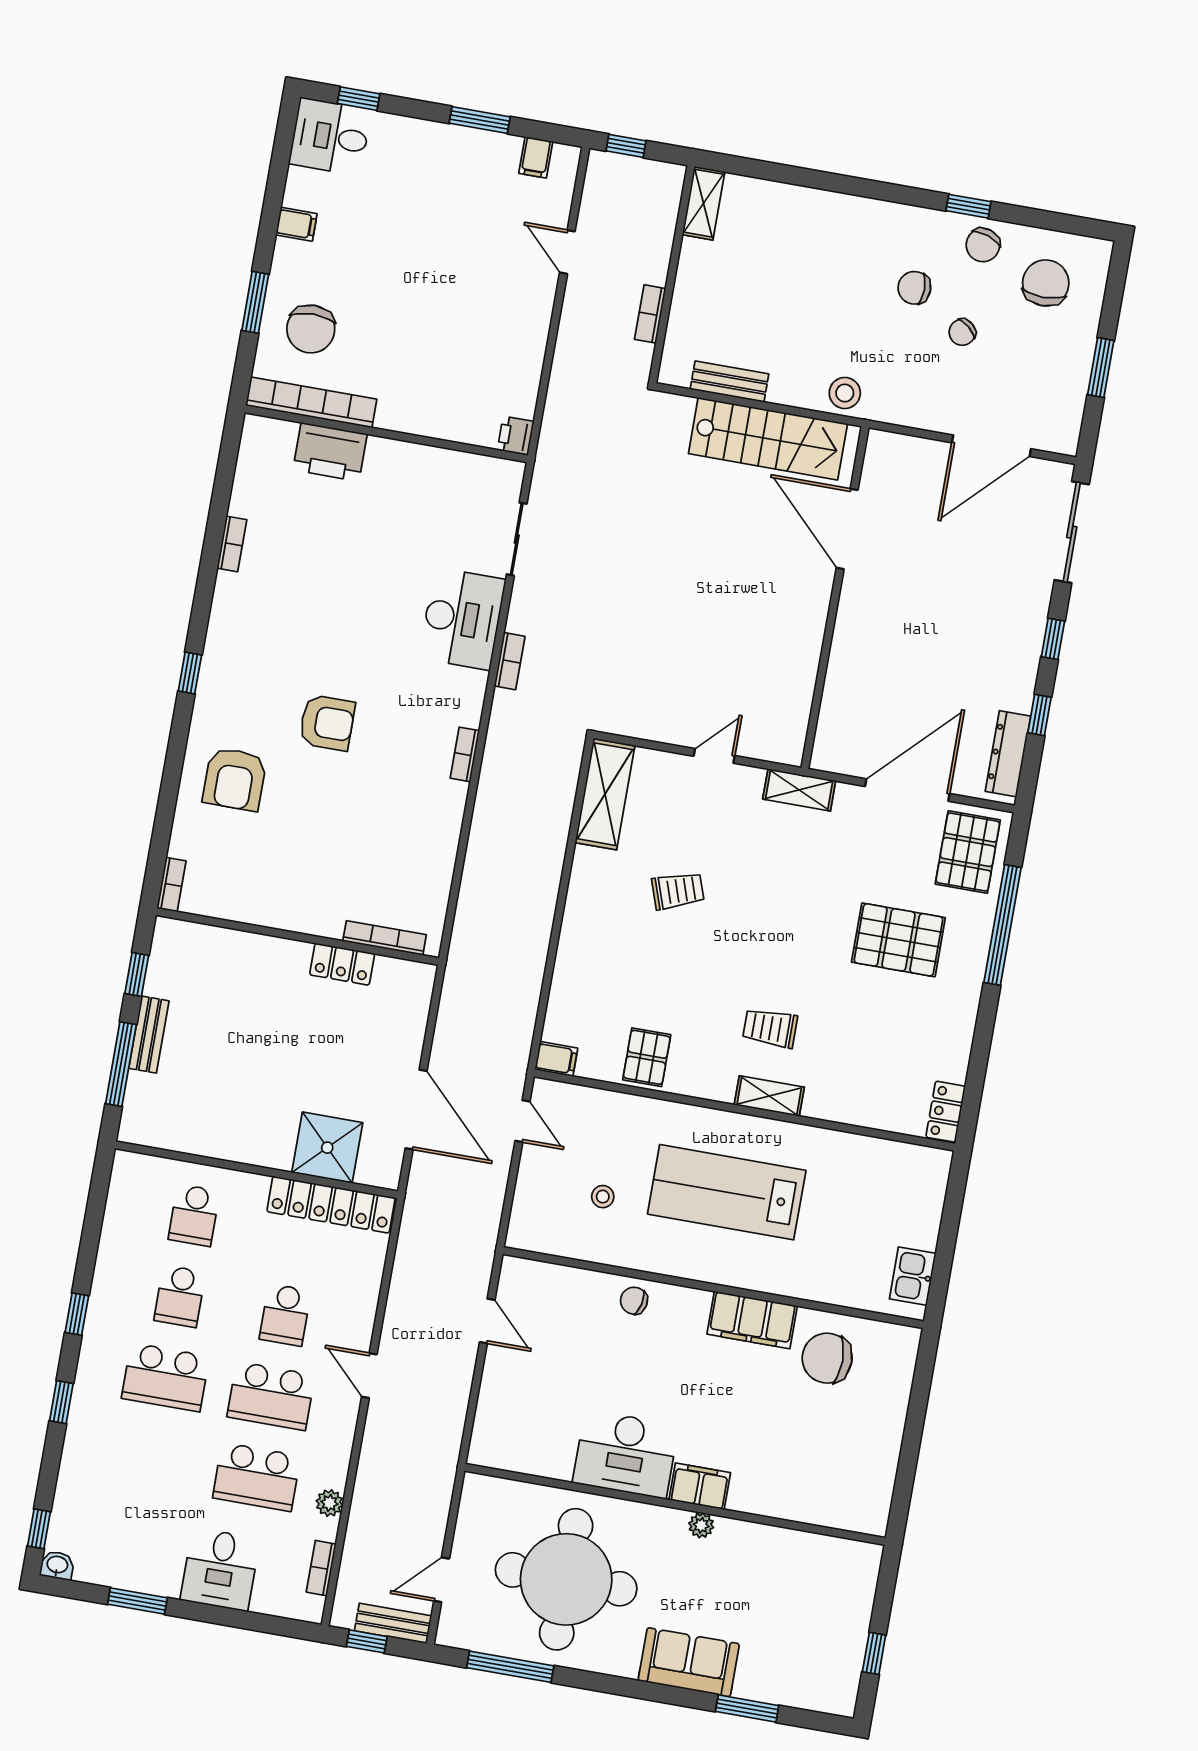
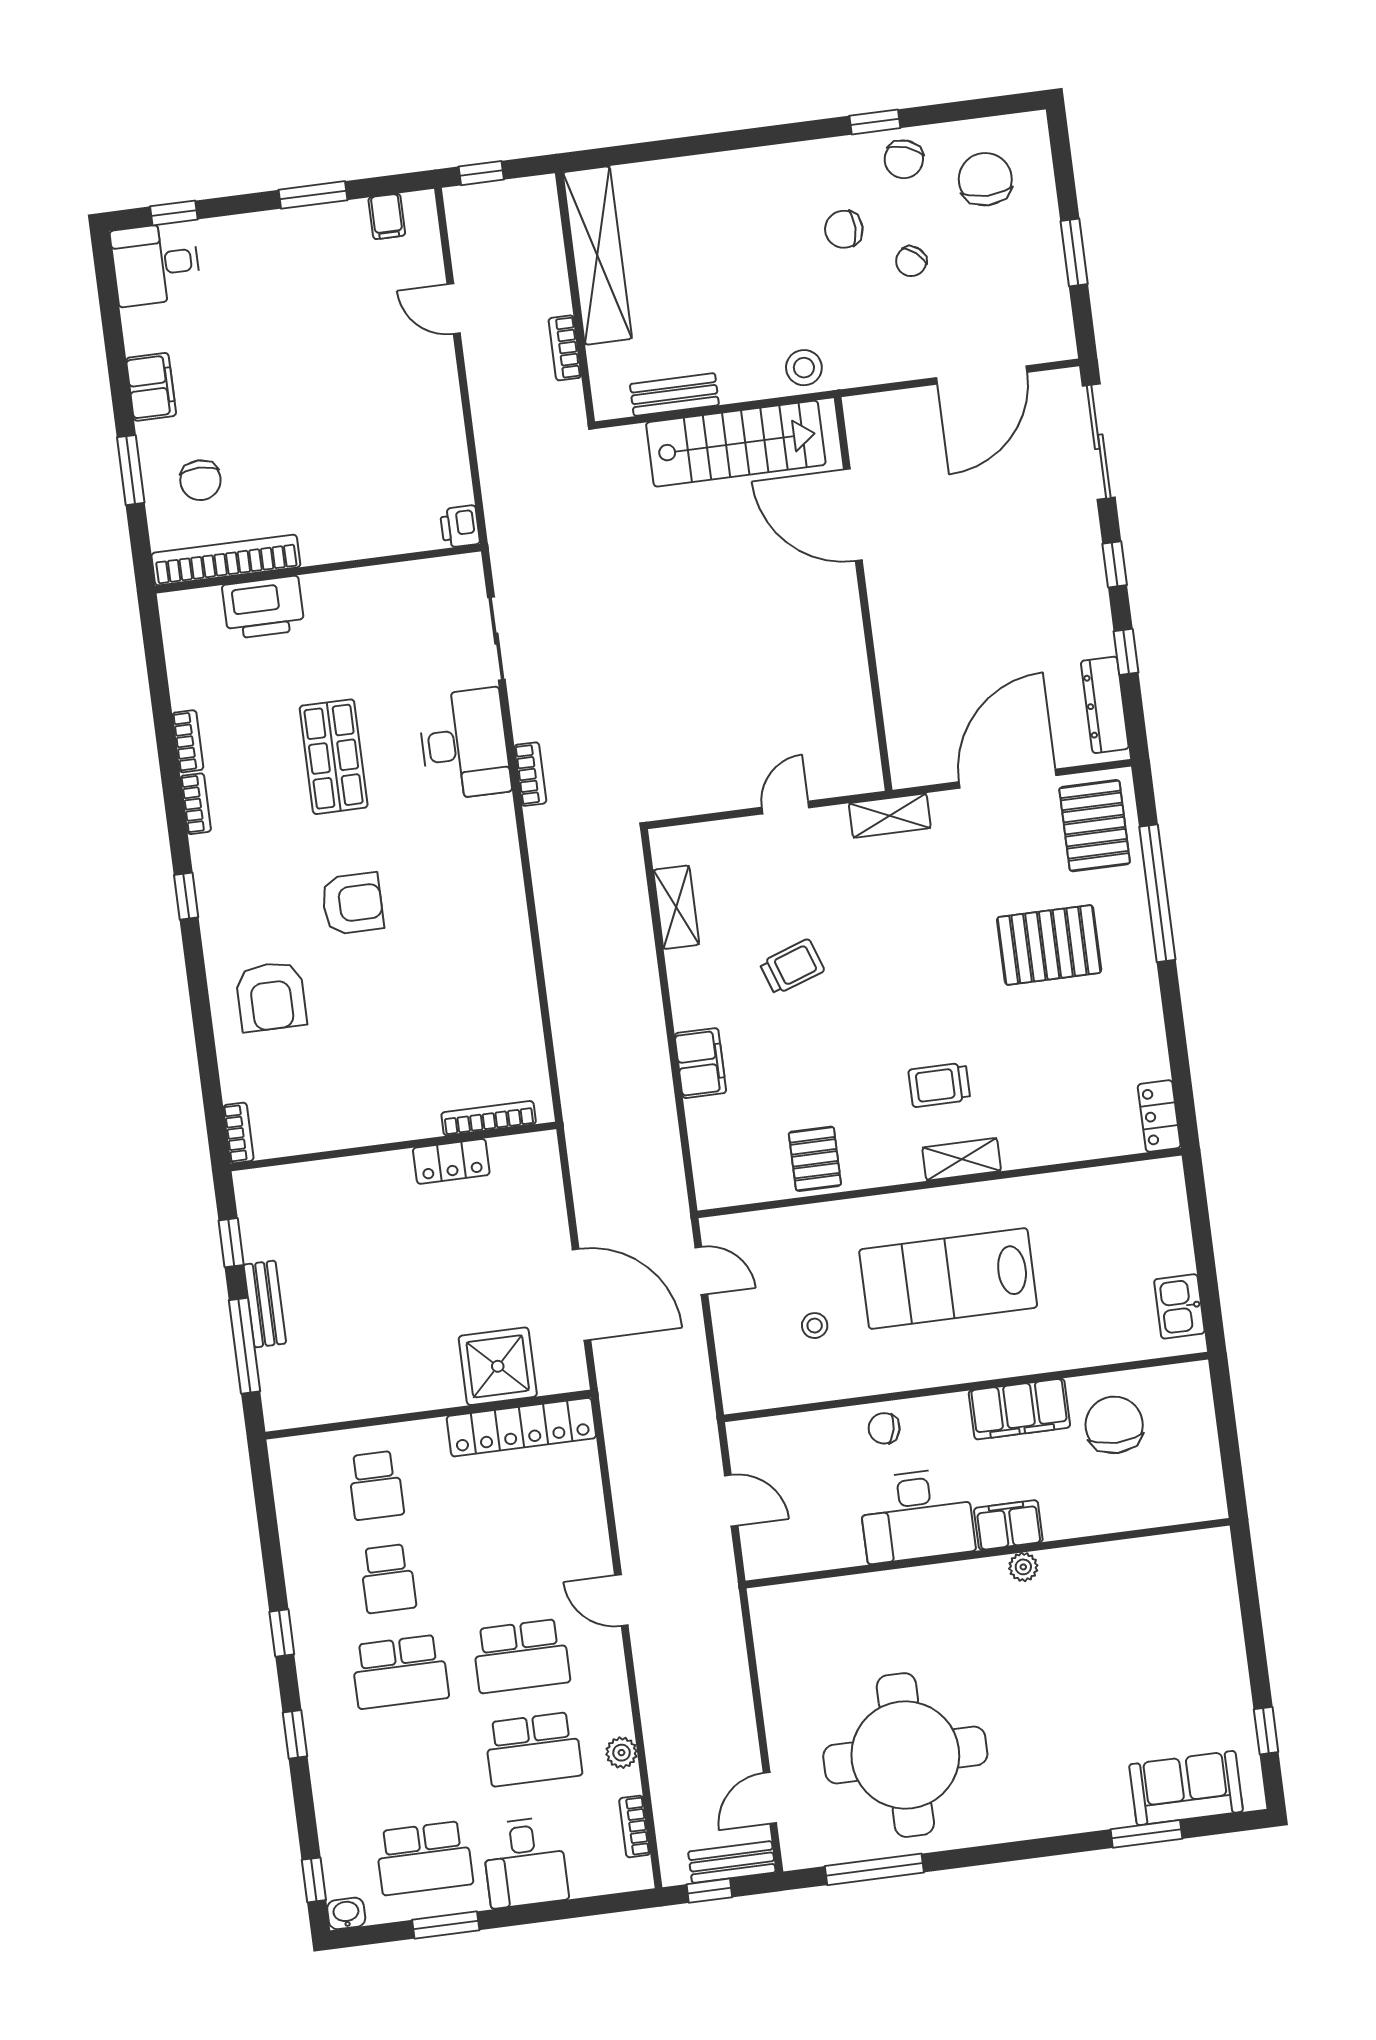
shelving: (704, 203) -> (597, 256), width x2.20, depth x1.33
filing cabinet: (296, 224) -> (151, 387), width x2.00
chair: (311, 329) -> (200, 480), width x0.73, depth x0.73
shop shelf: (350, 595) -> (334, 757), added
bookcase: (465, 754) -> (196, 804), moved, turned 180
shelving: (605, 794) -> (676, 907), width x0.67, depth x0.75
filing cabinet: (556, 1059) -> (700, 1063), moved, width x2.00
school desk: (285, 1315) -> (424, 1858), moved, width x1.85
chair: (827, 1358) -> (1114, 1425), turned 90
desk: (626, 1454) -> (917, 1515), moved
filing cabinet: (700, 1486) -> (1008, 1525), moved
wall: (675, 1504) -> (988, 1553), moved
plant: (701, 1525) -> (1023, 1567), moved
sofa: (689, 1662) -> (1186, 1788), moved

